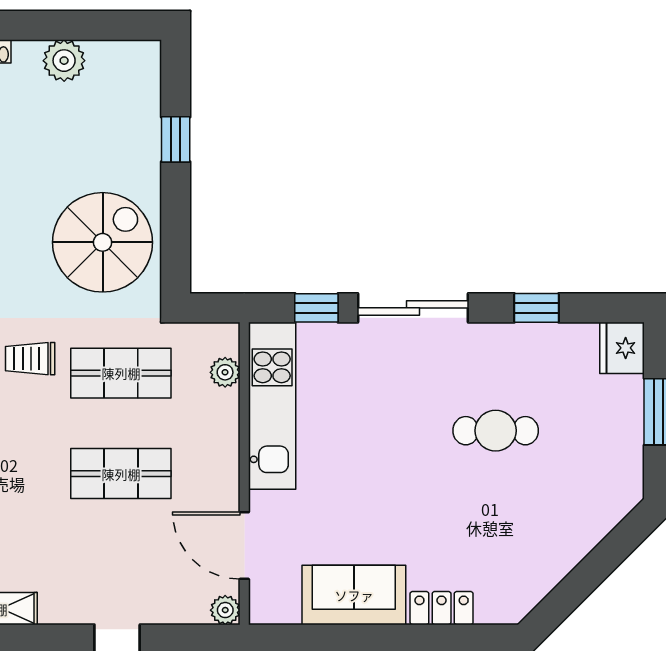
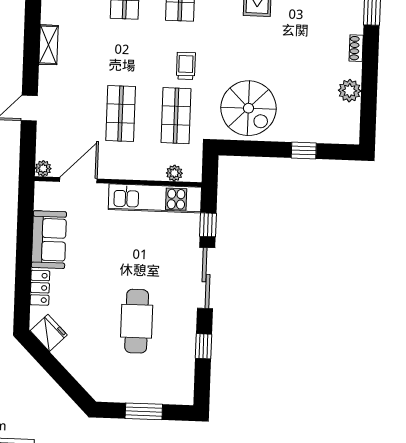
fridge: (622, 348) -> (49, 333), moved, turned 45
cafe table: (496, 431) -> (137, 321), width x1.37, depth x1.35

